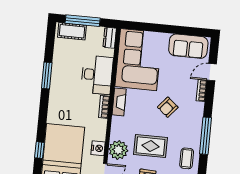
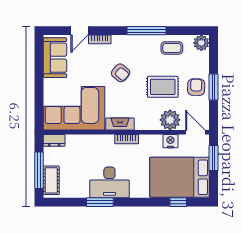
door: (212, 72) -> (80, 31), hinge flipped
desk: (97, 75) -> (109, 182), moved, turned 180
rug: (151, 146) -> (163, 87), turned 90

